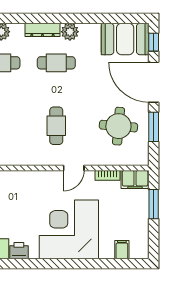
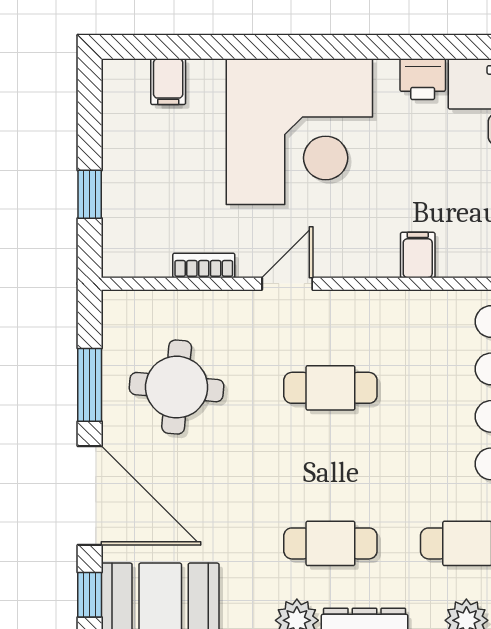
cafe table: (56, 126) -> (330, 388), turned 90
filing cabinet: (135, 180) -> (418, 255), moved, width x0.50
window: (154, 204) -> (90, 194), width x0.67

